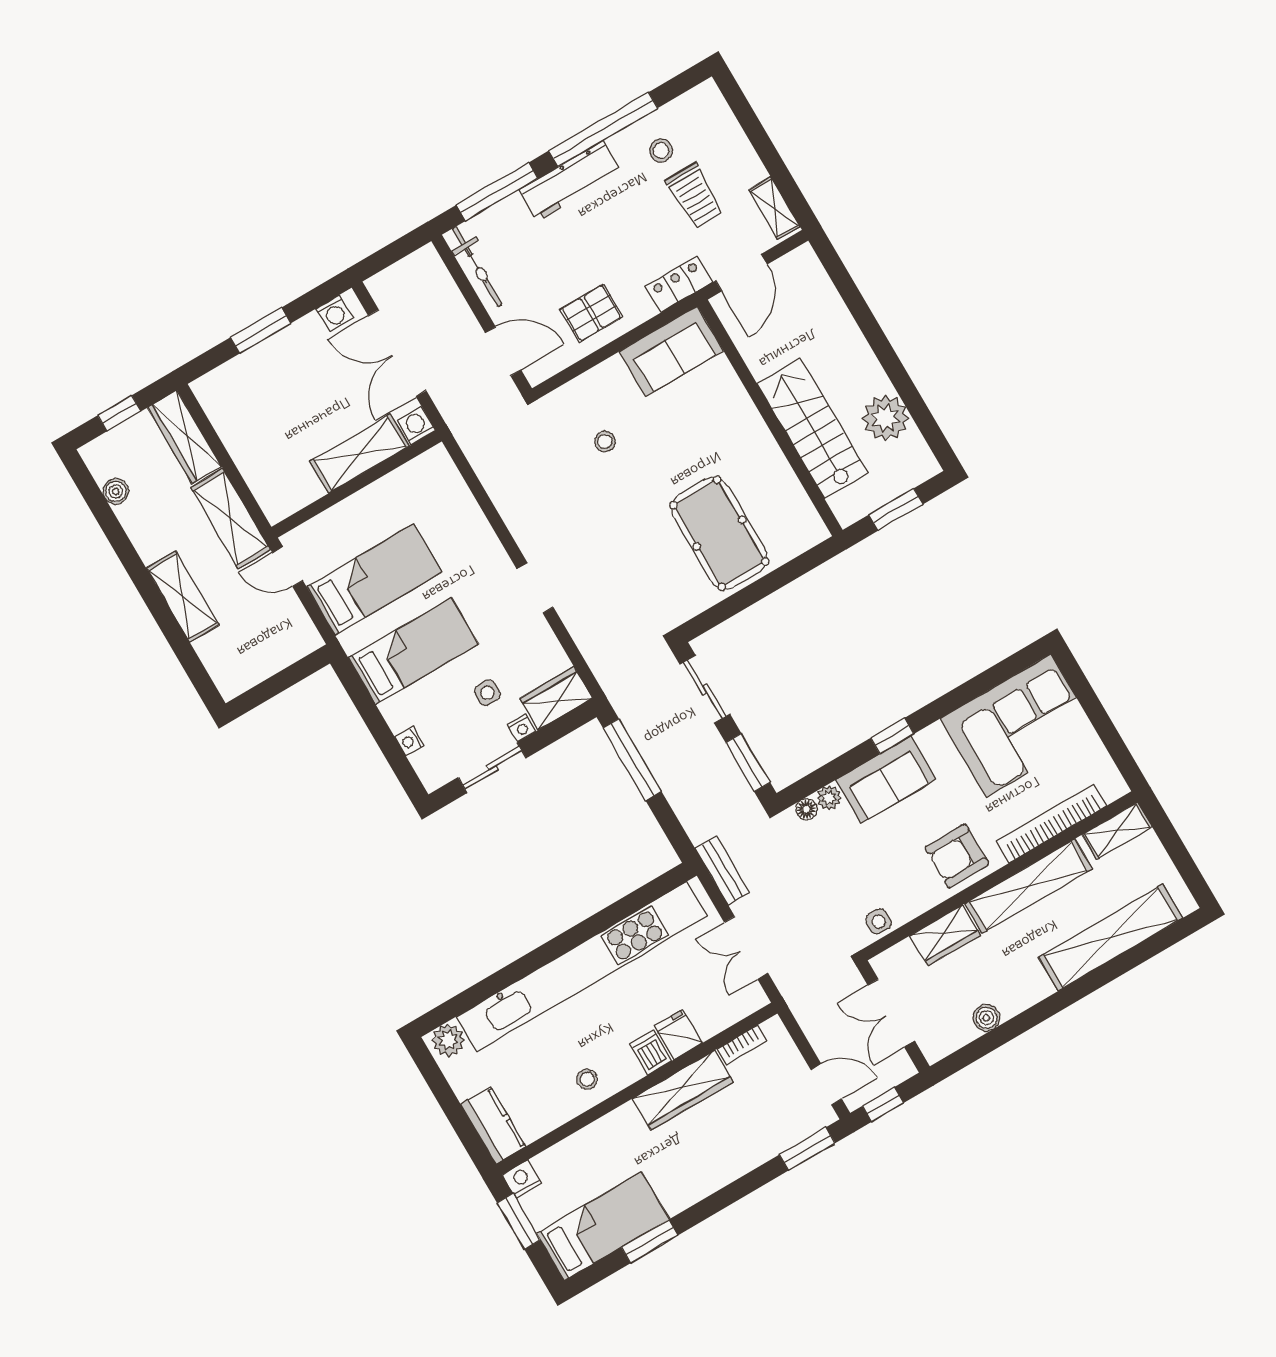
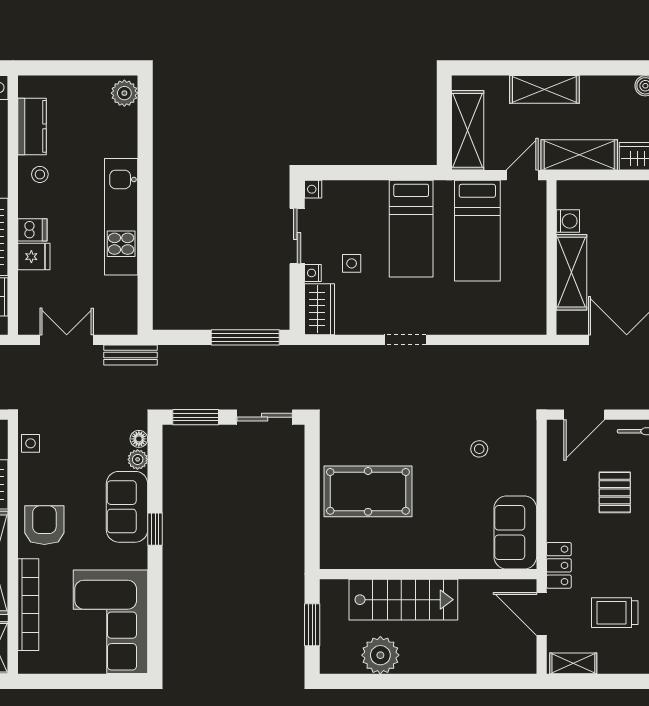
pallet: (591, 313) -> (615, 492), moved
washing machine: (416, 426) -> (568, 221), moved
shelving: (274, 652) -> (468, 130), added
nightstand: (409, 741) -> (313, 189), moved, turned -90
kitchen unit: (582, 967) -> (121, 217), width x0.54
kitchen counter: (493, 1125) -> (32, 126), moved, turned -90

